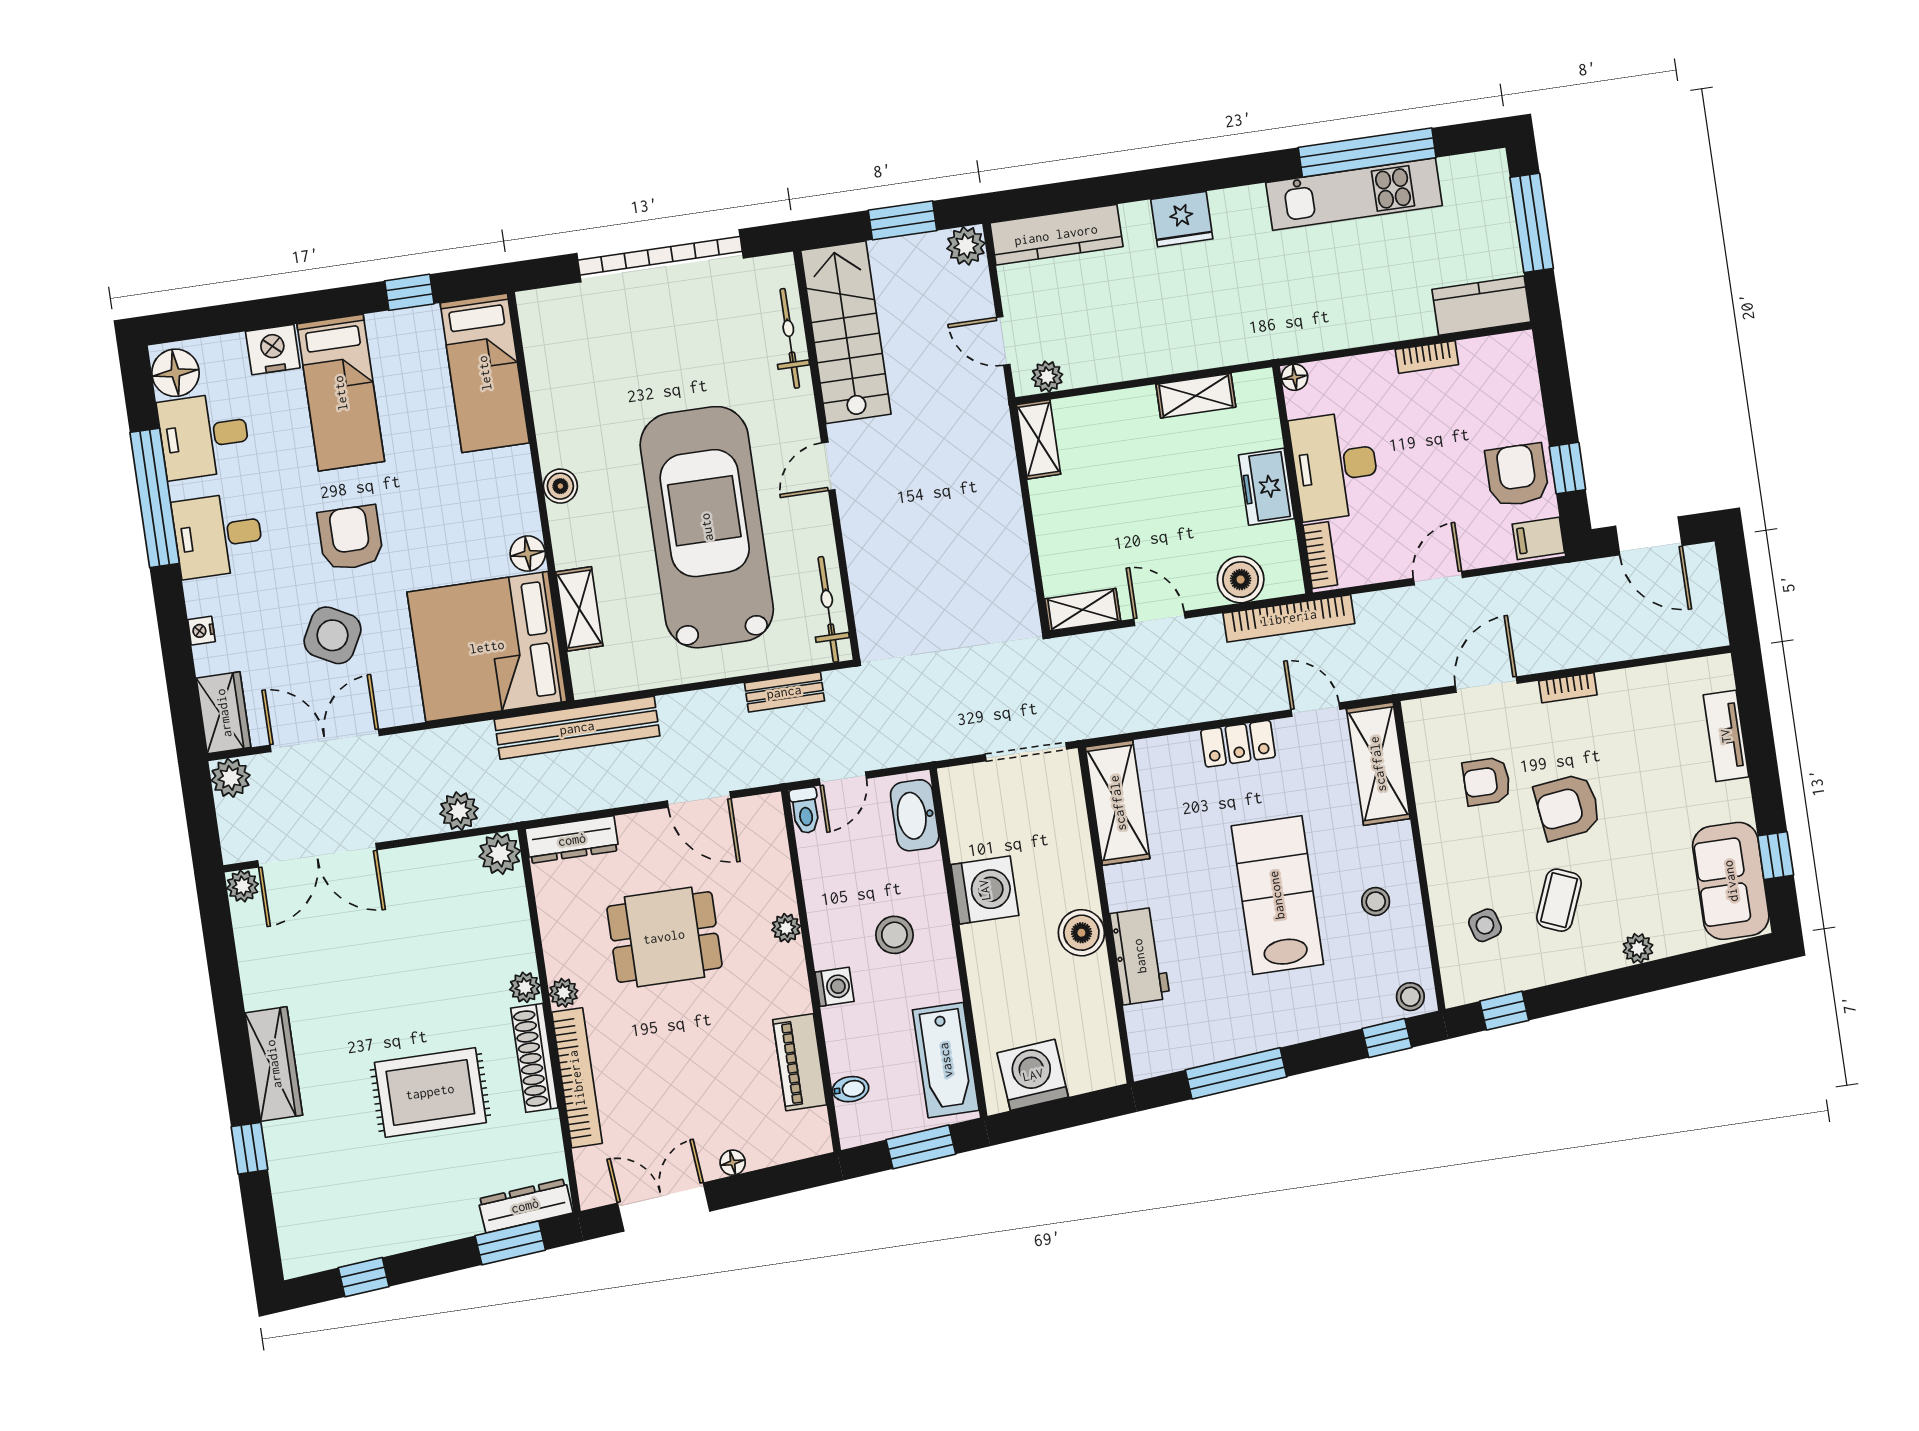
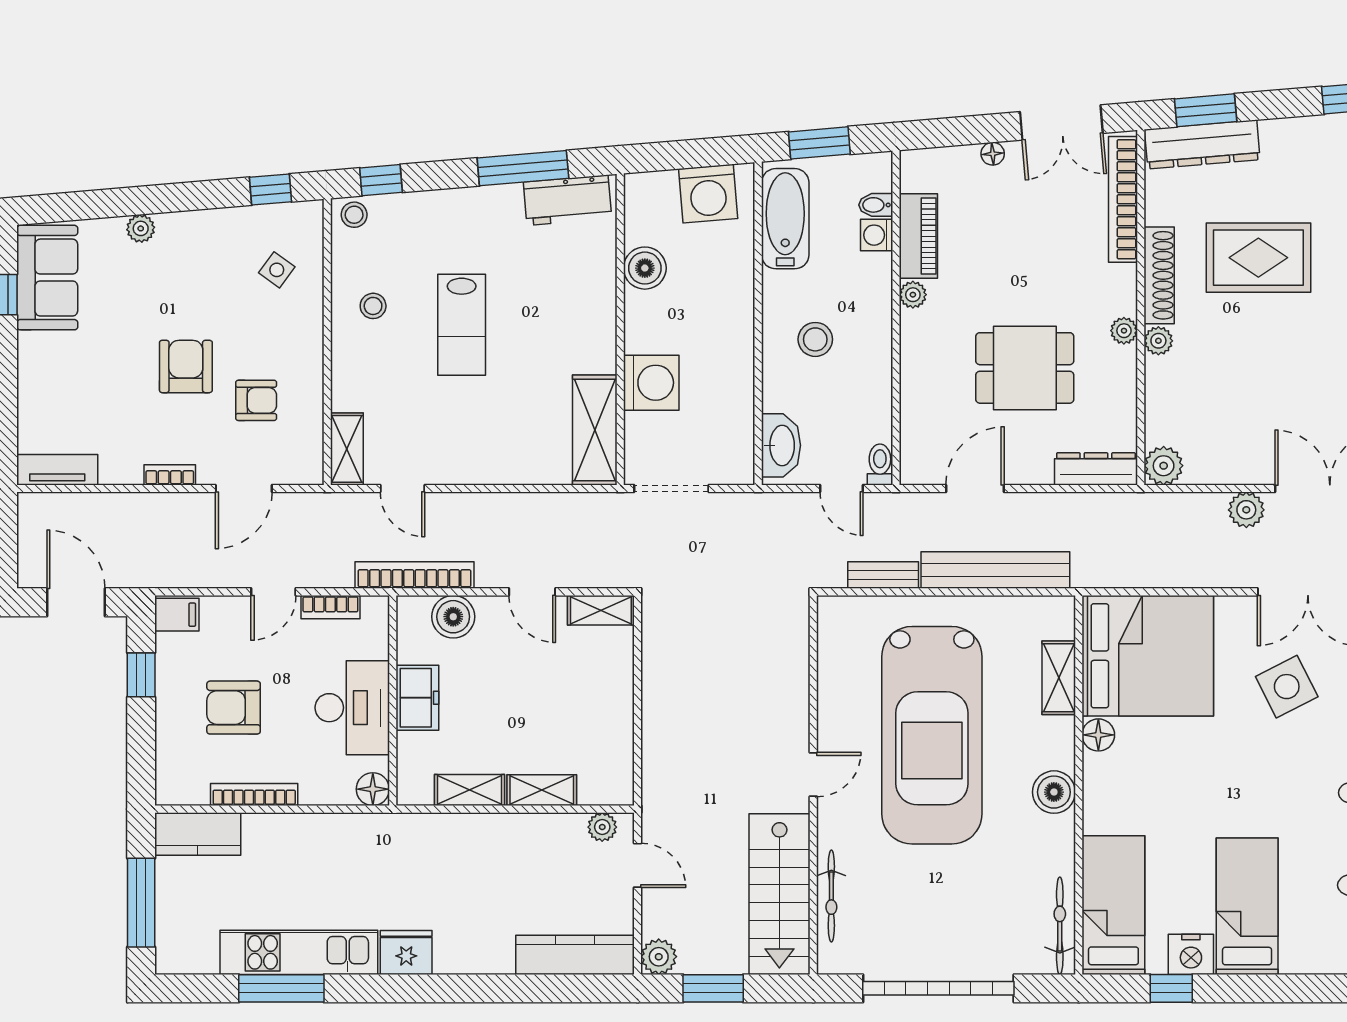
window: (1367, 153) -> (281, 988), width x0.68
fridge: (1182, 219) -> (406, 952), moved
nightstand: (273, 350) -> (1191, 954), moved
bookcase: (1427, 357) -> (254, 795), width x1.56
floor lamp: (1295, 377) -> (373, 789), width x1.37, depth x1.37
shelving: (1038, 439) -> (542, 790), moved, turned 90
armchair: (1517, 475) -> (234, 708), moved, turned 90
boiler: (560, 486) -> (1054, 792), width x1.36, depth x1.36
armchair: (350, 538) -> (1258, 773), removed
bookcase: (1320, 555) -> (330, 607), moved, turned -90
bicycle: (828, 609) -> (1060, 926), moved, turned 180
side table: (333, 635) -> (1287, 687), turned 35
bench: (577, 728) -> (995, 570), moved
tv unit: (1726, 736) -> (57, 470), moved, turned -90
locker: (1238, 744) -> (477, 468), removed
shelving: (1378, 764) -> (347, 449), width x0.67, depth x0.75
door: (843, 779) -> (841, 489), swing flipped
door: (699, 799) -> (975, 489), hinge flipped
armchair: (1568, 807) -> (186, 366), turned -83
plant: (459, 811) -> (1246, 510), moved
washing machine: (985, 890) -> (651, 383), moved, turned 180
lab bench: (1277, 895) -> (462, 325), width x0.73, depth x0.72
coffee table: (1559, 900) -> (206, 283), removed
side table: (1485, 925) -> (277, 270), turned -38
plant: (786, 928) -> (913, 295), moved
boiler: (1081, 933) -> (645, 268), moved
workbench: (1140, 956) -> (568, 200), moved, turned -95
washing machine: (835, 987) -> (877, 235), moved
bookcase: (577, 1078) -> (1123, 199), moved
dresser: (525, 1206) -> (1202, 144), width x1.37, depth x1.24

